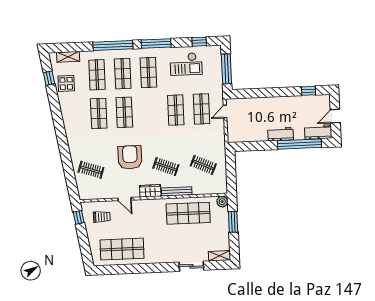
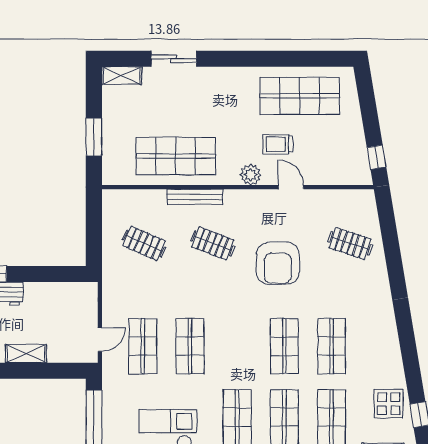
shelving: (265, 102) -> (26, 354), added
wardrobe: (150, 191) -> (243, 200), removed
plant: (222, 202) -> (251, 175), moved
trolley: (102, 217) -> (278, 144), moved

